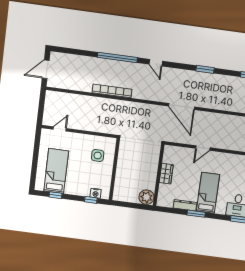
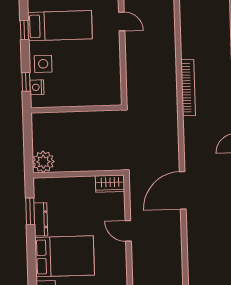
side table: (98, 156) -> (43, 64), moved
wardrobe: (166, 174) -> (110, 184), moved
bed: (208, 193) -> (65, 256), width x1.50
window: (196, 214) -> (30, 211), moved

